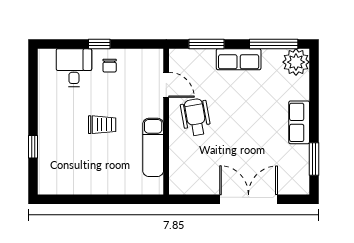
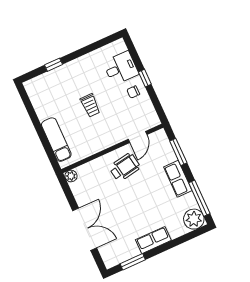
exam couch: (153, 147) -> (56, 140), moved, turned 90
plant: (177, 187) -> (71, 176), added

